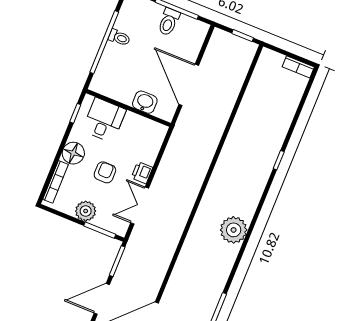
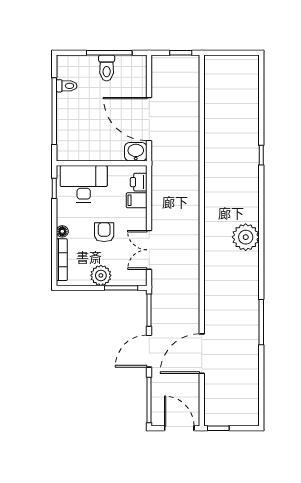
toilet: (119, 38) -> (67, 86), moved
bookcase: (298, 67) -> (244, 61), removed
washbasin: (145, 102) -> (136, 152), moved
desk: (104, 120) -> (84, 184), width x1.37
floor lamp: (73, 153) -> (62, 231), width x0.53, depth x0.53
filing cabinet: (147, 155) -> (137, 200), added
printer: (142, 173) -> (139, 182), moved

